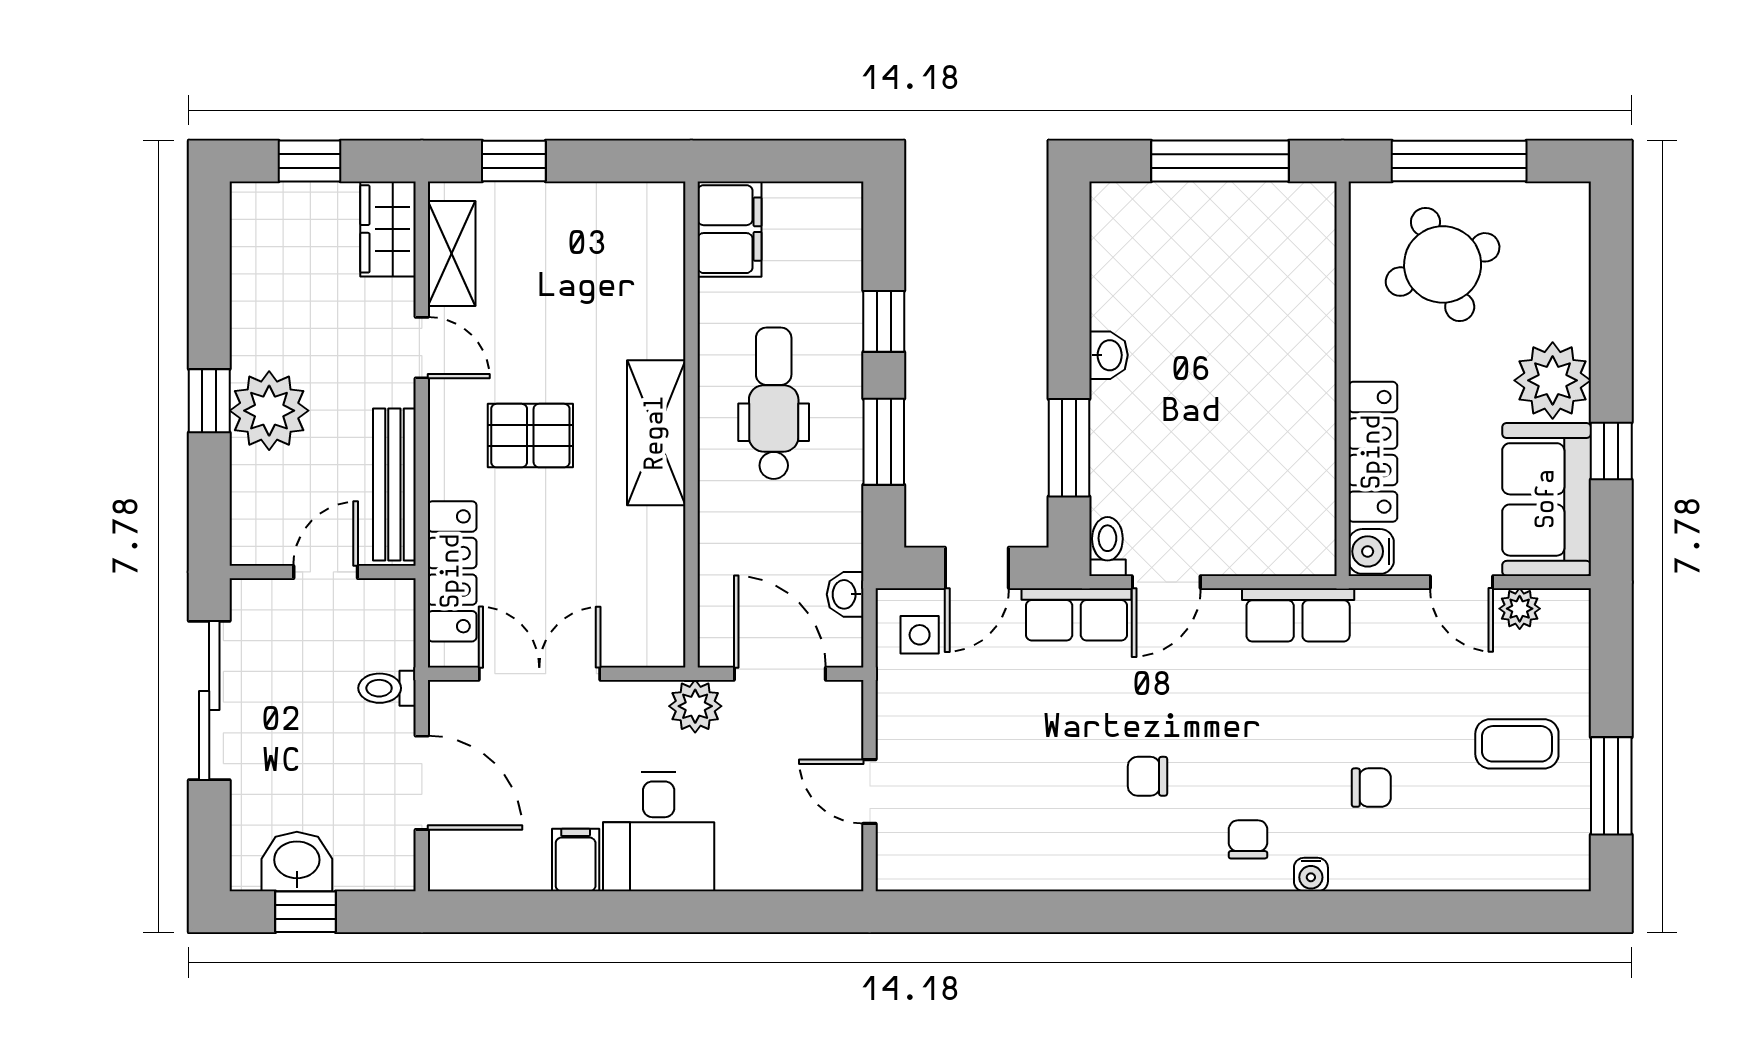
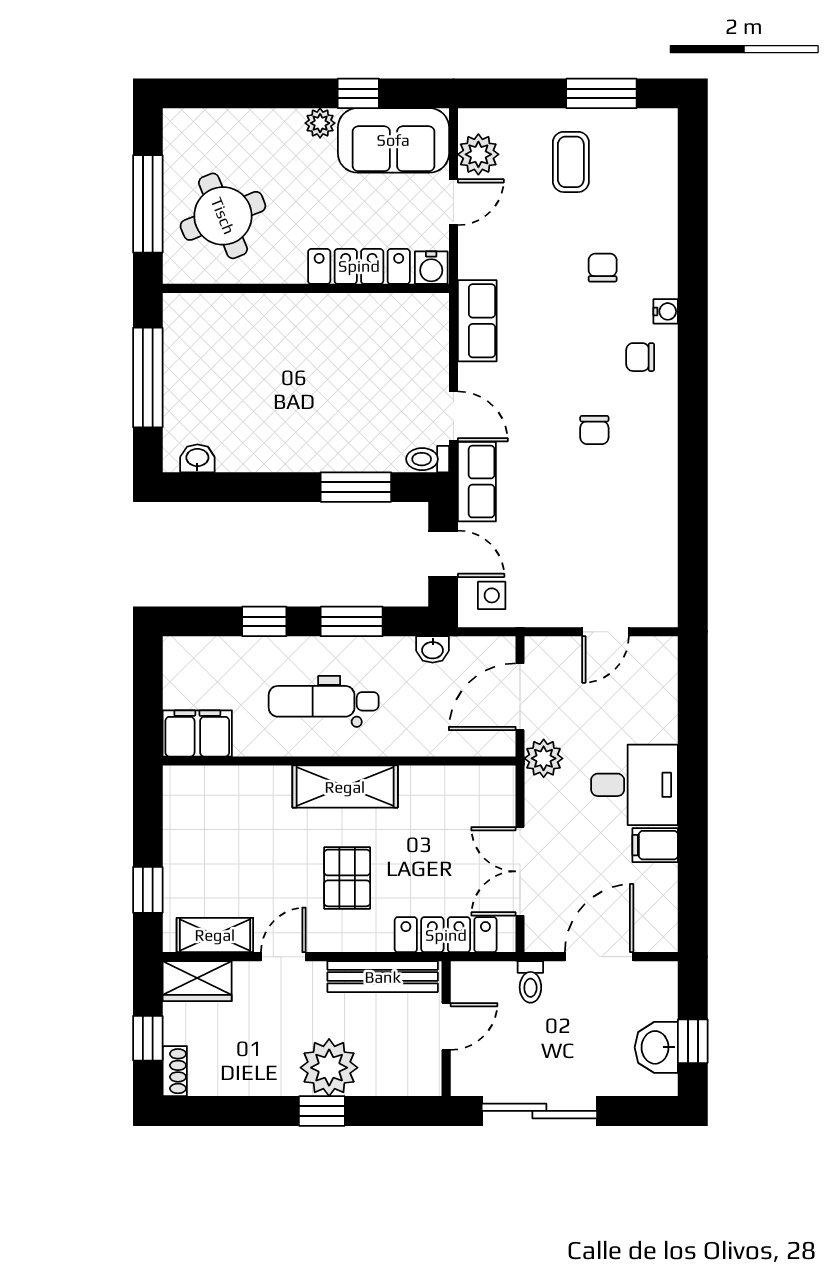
shoe rack: (264, 198) -> (175, 1071), added
washbasin: (1109, 355) -> (197, 458), moved
plant: (1553, 380) -> (320, 123), width x0.53, depth x0.53
door: (326, 572) -> (446, 1026), swing flipped
washbasin: (845, 594) -> (433, 649), moved
plant: (1520, 609) -> (478, 154), width x1.38, depth x1.38

